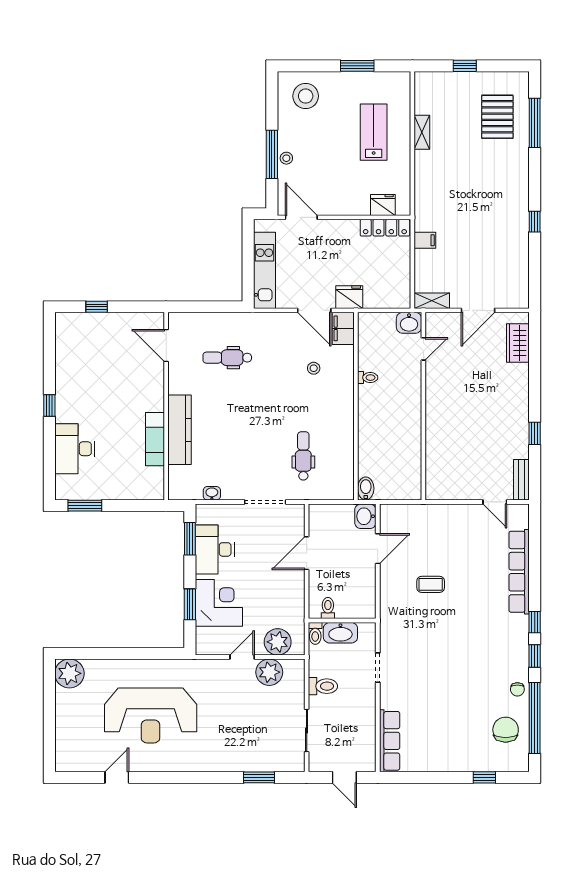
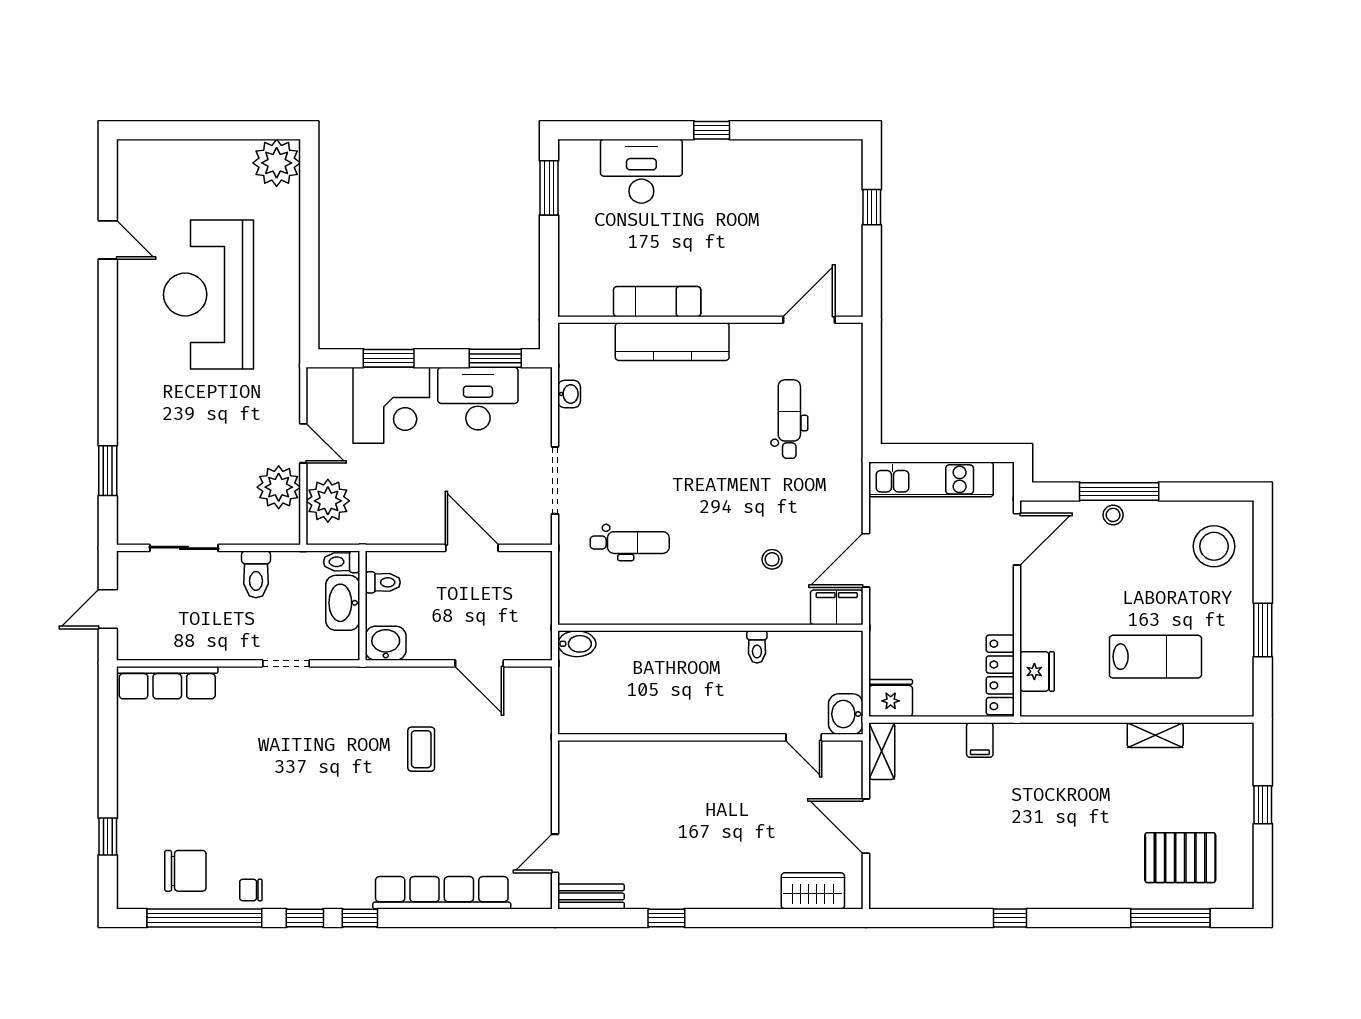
fridge: (349, 297) -> (891, 698), moved, turned -90
washbasin: (365, 516) -> (386, 643), moved

